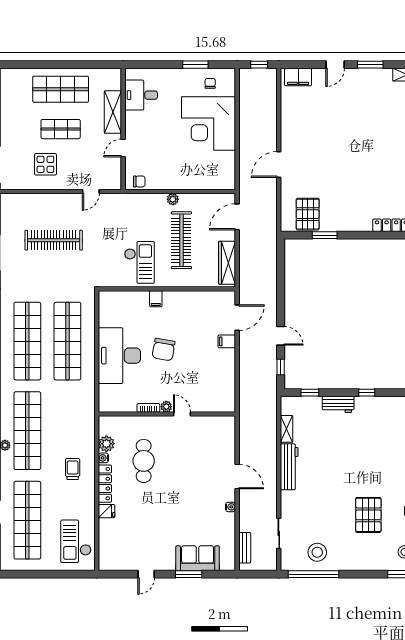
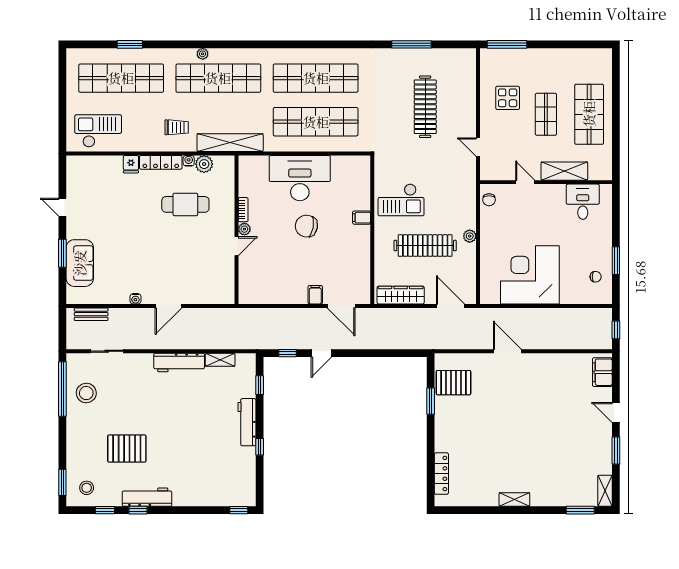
corner desk: (209, 124) -> (530, 275), moved
workbench: (338, 404) -> (247, 422), width x1.38
shelving: (87, 420) -> (230, 143), added

